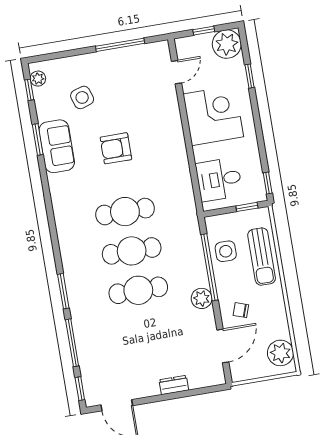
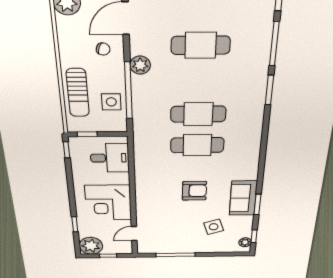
sun lounger: (262, 257) -> (78, 93), turned 180
cafe table: (138, 290) -> (201, 45), moved

